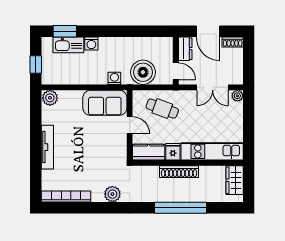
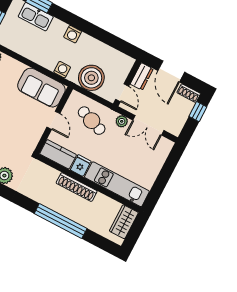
washing machine: (91, 43) -> (73, 34), moved
window: (249, 54) -> (198, 112), added
plant: (237, 96) -> (122, 121), moved

